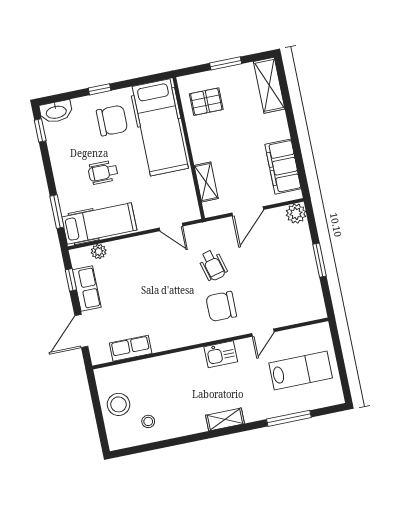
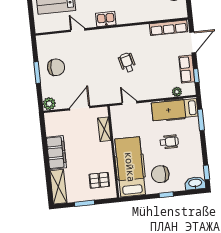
filing cabinet: (283, 167) -> (56, 153), moved
wheelchair: (213, 265) -> (127, 63), moved
chair: (221, 306) -> (56, 67), moved
door: (263, 333) -> (78, 30), hinge flipped
row of seats: (131, 348) -> (169, 28), width x1.48

